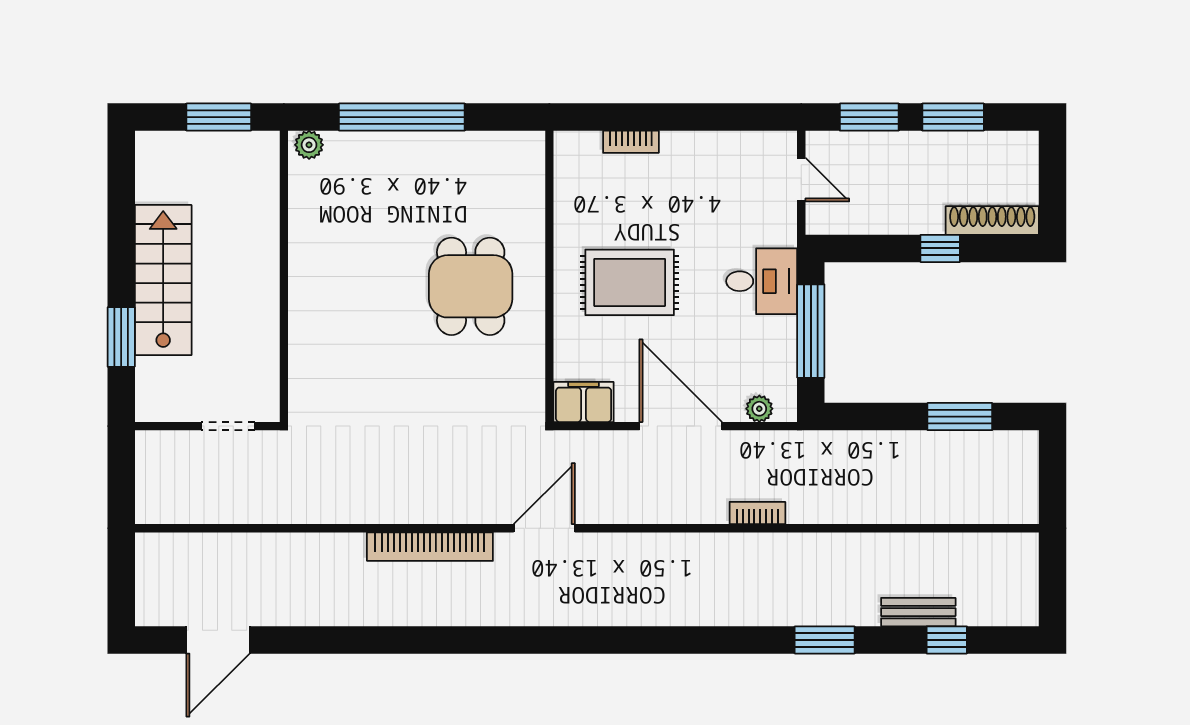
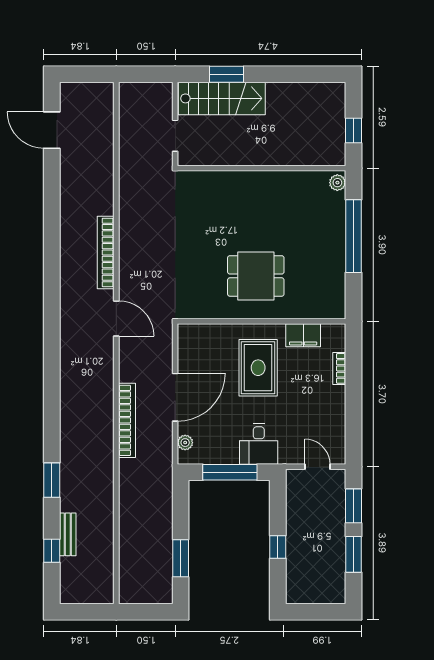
window: (219, 117) -> (353, 131), width x0.67
door: (801, 180) -> (317, 467), swing flipped
shoe rack: (992, 220) -> (294, 577), removed
stairs: (163, 280) -> (222, 98), moved
filing cabinet: (584, 402) -> (303, 335), moved, turned 90
bookcase: (757, 513) -> (127, 420), width x2.31, depth x1.31

